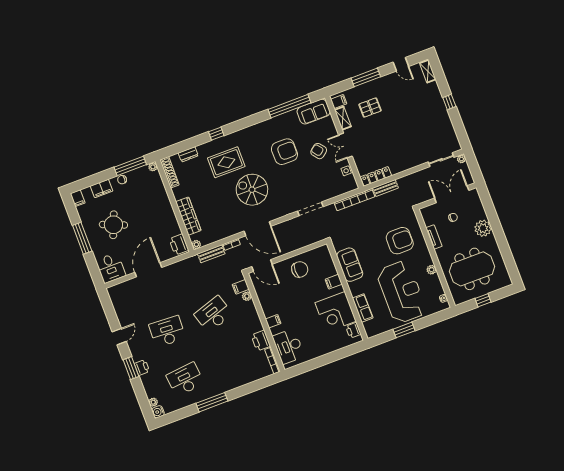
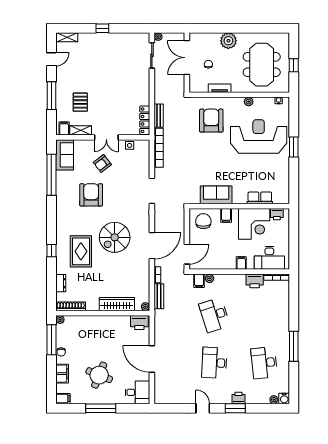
sofa: (350, 265) -> (216, 195), moved
filing cabinet: (334, 282) -> (226, 215), moved
wall: (347, 291) -> (239, 206), moved
row of seats: (363, 308) -> (260, 198), moved
corner desk: (336, 312) -> (254, 224), moved
printer: (353, 330) -> (277, 214), moved

